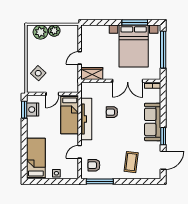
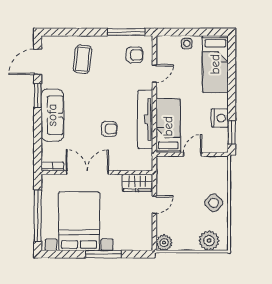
window: (135, 22) -> (104, 254), moved
plant: (54, 31) -> (164, 243), moved
side table: (38, 73) -> (214, 203), moved
nightstand: (33, 110) -> (220, 118), moved

